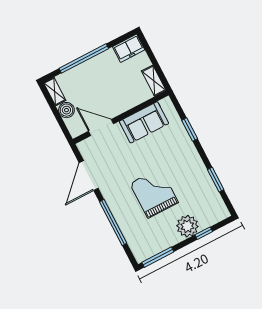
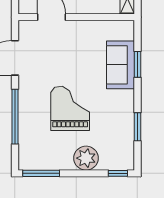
sofa: (144, 122) -> (121, 65), moved, turned 90
window: (204, 233) -> (118, 173), moved

